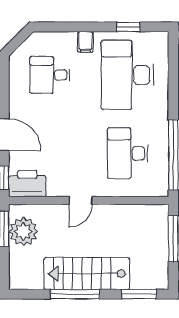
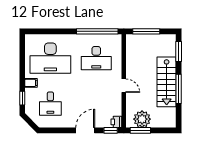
window: (128, 27) -> (22, 98), moved
printer: (27, 184) -> (116, 122), width x0.53, depth x0.68

